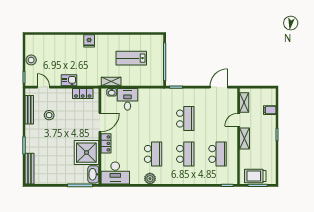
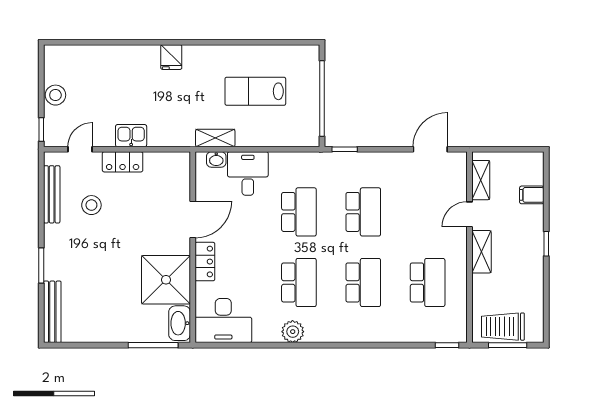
door: (43, 87) -> (80, 149), hinge flipped
locker: (83, 93) -> (123, 162), moved
school desk: (153, 119) -> (299, 212), added

